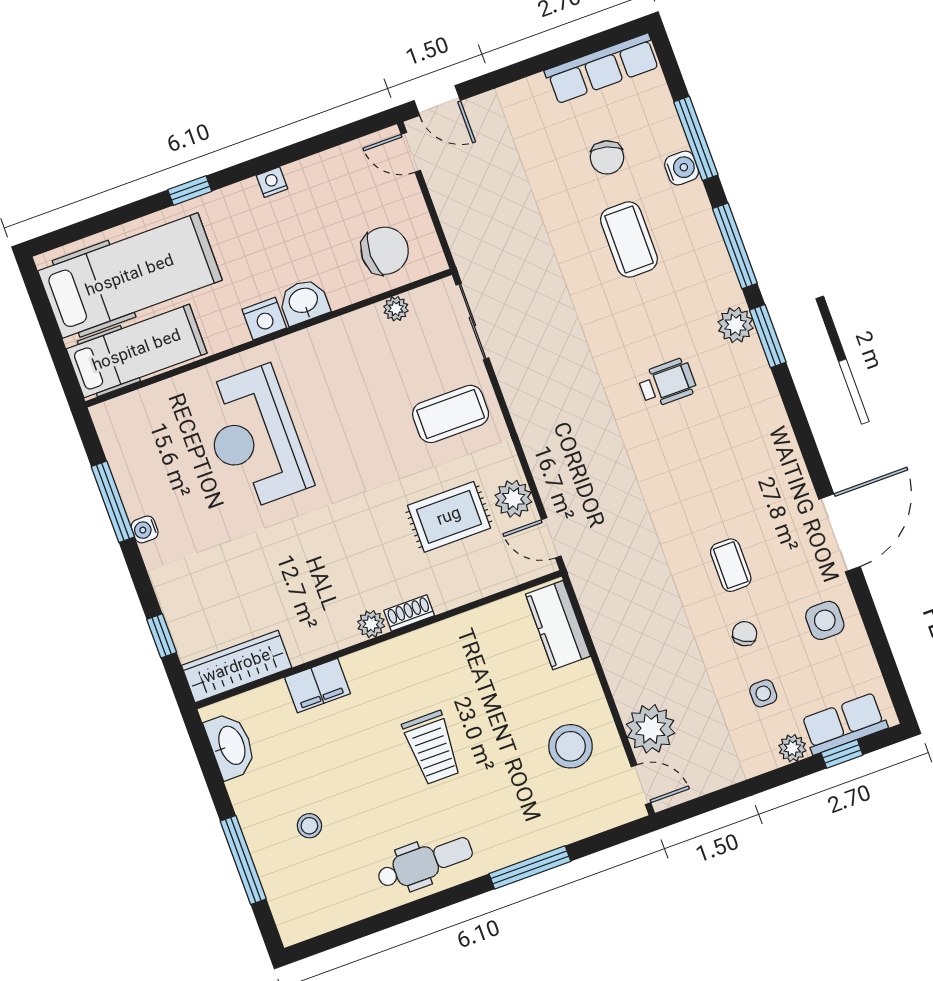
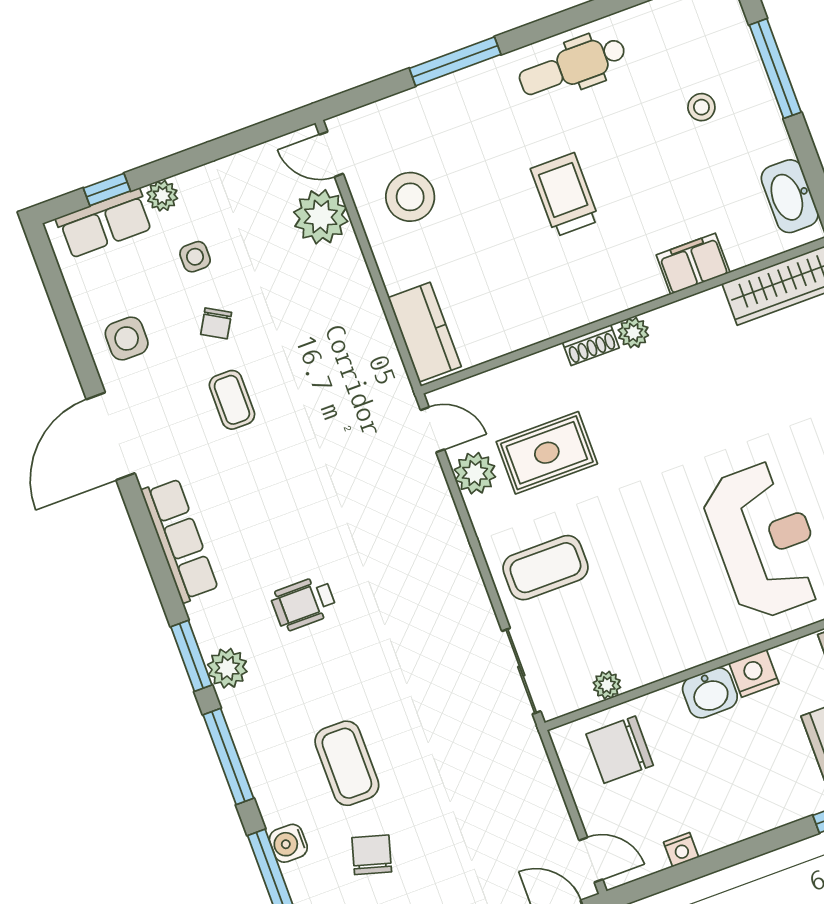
nightstand: (272, 182) -> (681, 850), moved
row of seats: (778, 440) -> (180, 540), added

